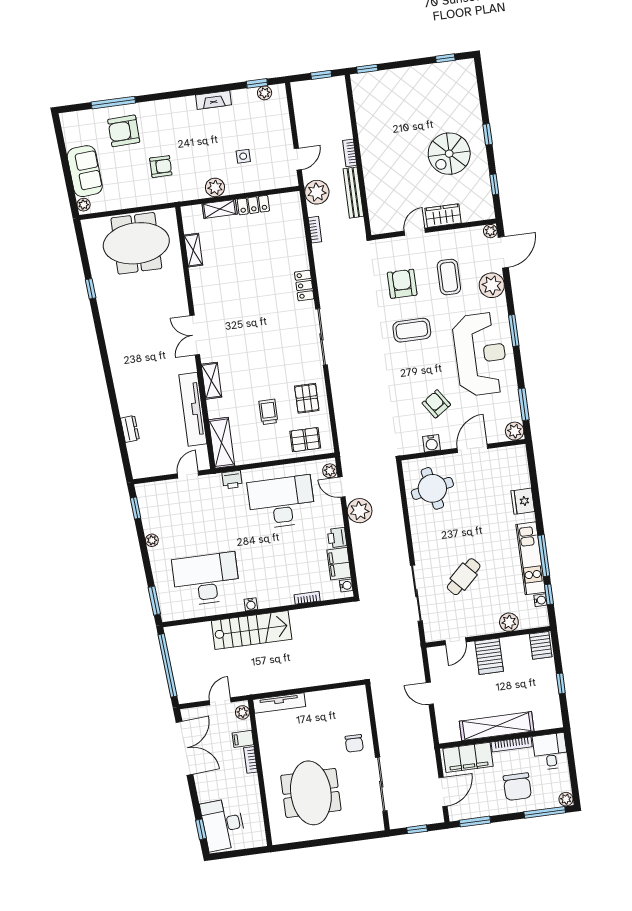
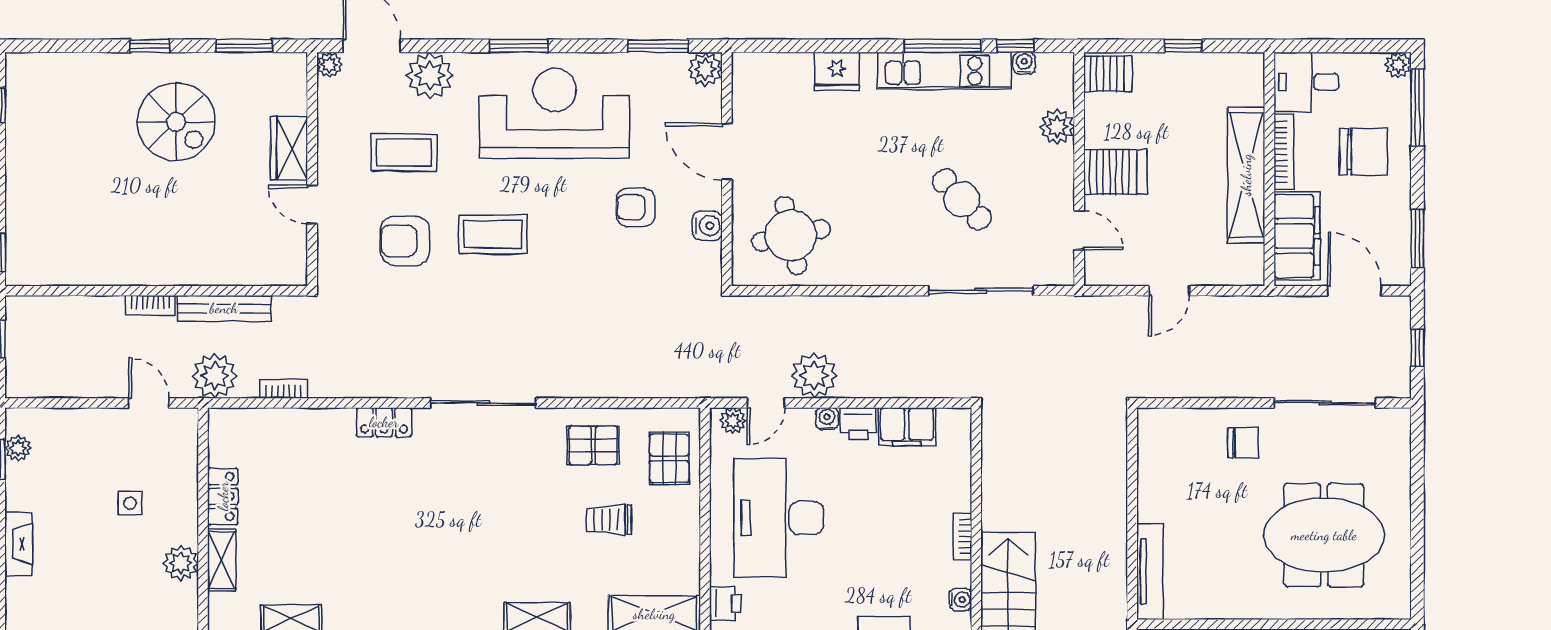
window: (494, 184) -> (244, 46), width x1.50
coffee table: (412, 330) -> (493, 234), turned 90
armchair: (436, 404) -> (636, 207), turned 34
water cooler: (346, 585) -> (827, 419), moved
bookcase: (307, 598) -> (962, 537), moved

